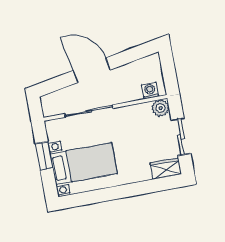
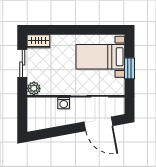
door: (92, 70) -> (98, 124), moved
washing machine: (150, 91) -> (64, 103), moved

